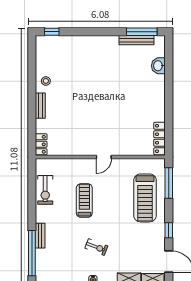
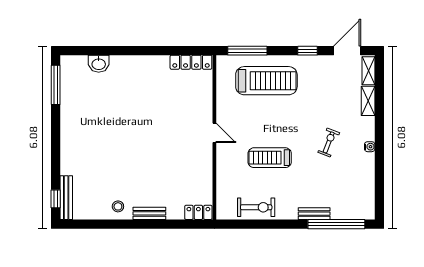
bench: (137, 40) -> (66, 198), moved

